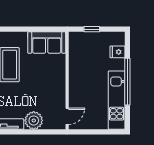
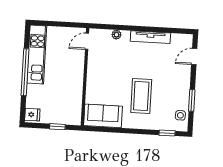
fridge: (117, 52) -> (32, 115), moved
plant: (34, 120) -> (116, 35), width x0.53, depth x0.53

